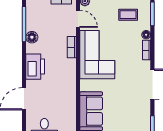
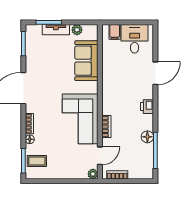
coffee table: (128, 15) -> (37, 161), moved
door: (78, 19) -> (100, 156), swing flipped
printer: (35, 67) -> (147, 107), width x0.53, depth x0.68

